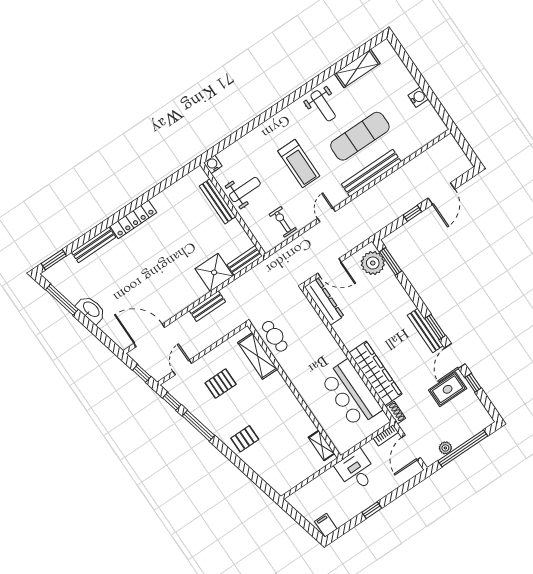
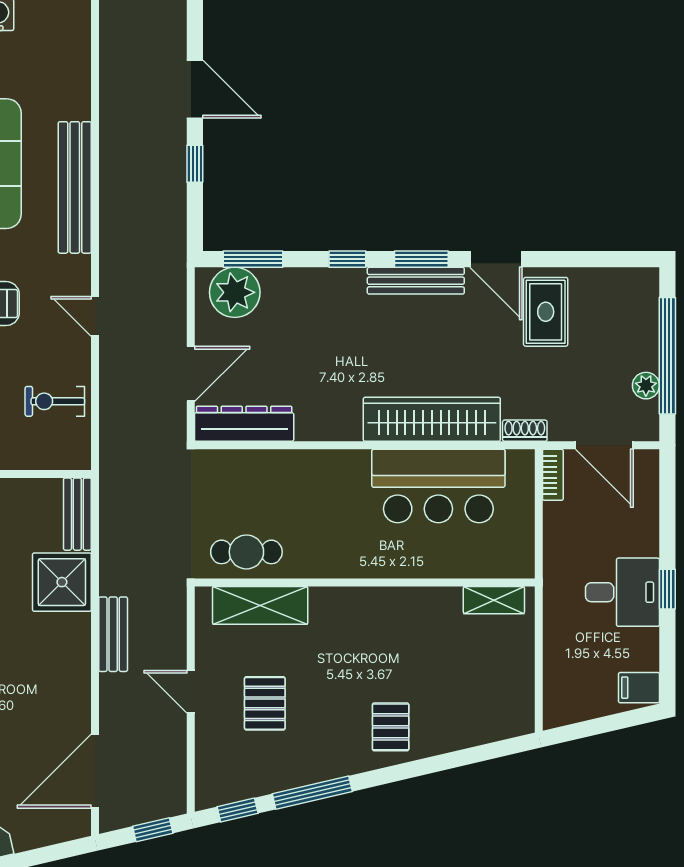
door: (182, 367) -> (191, 692), moved
window: (473, 383) -> (347, 259), moved
desk: (356, 471) -> (622, 592), moved, turned 180

